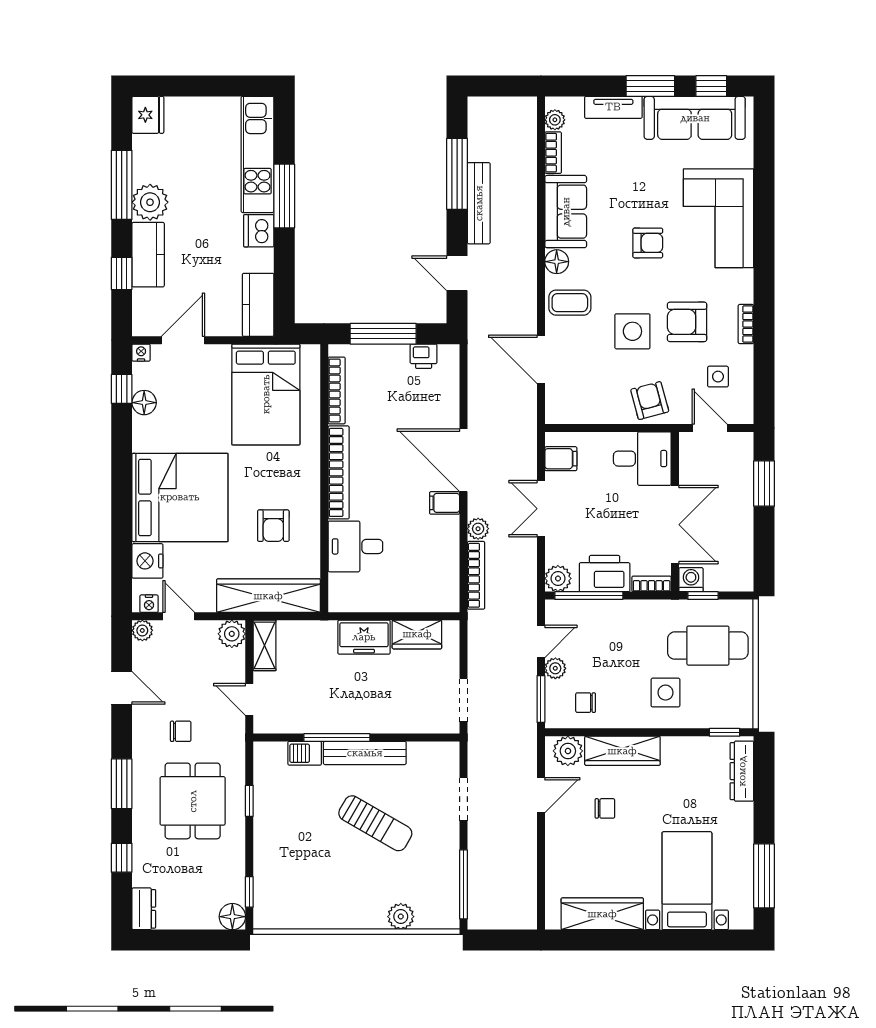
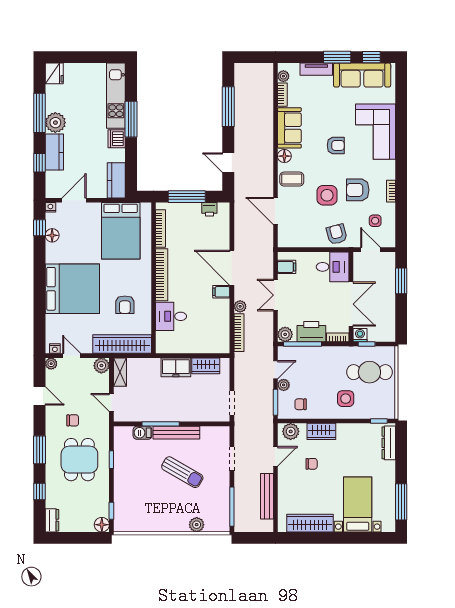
bench: (479, 203) -> (267, 496), moved
nightstand: (147, 561) -> (54, 324), removed
wardrobe: (622, 751) -> (321, 431), width x0.67

